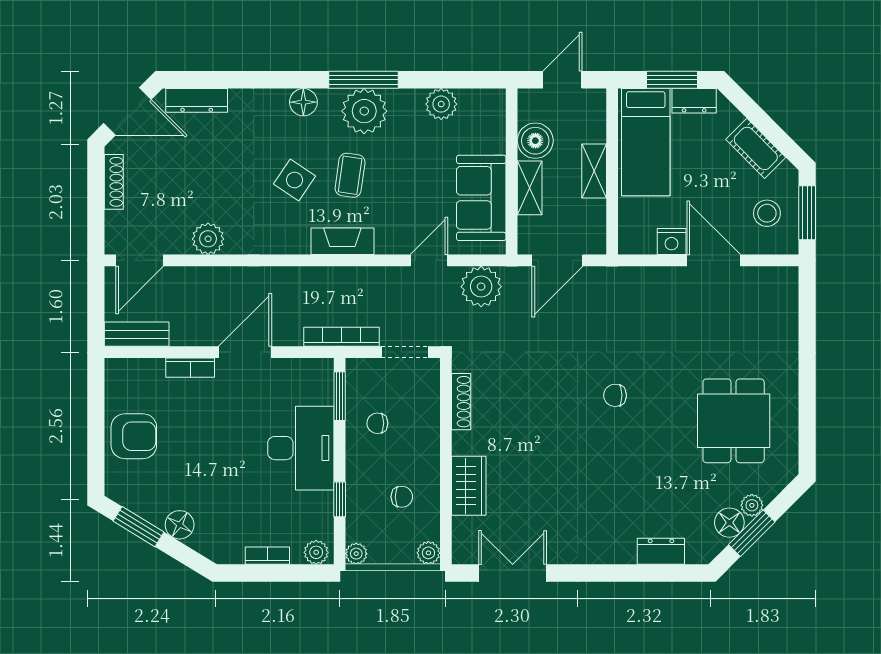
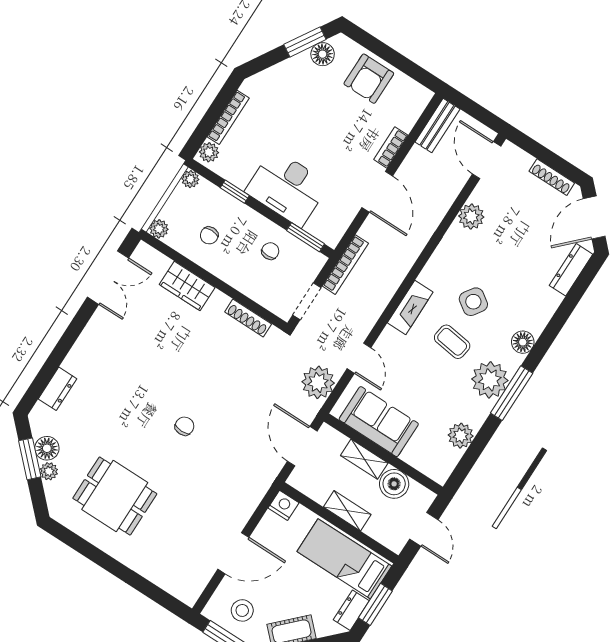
nightstand: (672, 242) -> (284, 505), moved, turned 90
floor lamp: (180, 525) -> (323, 54), moved
bookcase: (267, 556) -> (228, 117), width x1.56

